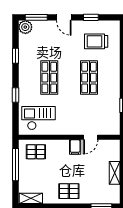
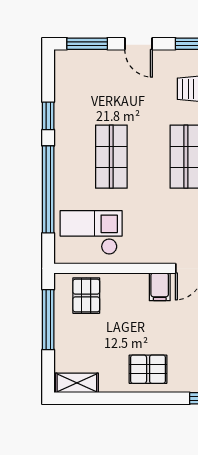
plant: (25, 27) -> (66, 62), removed
window: (16, 95) -> (48, 189), width x3.17
pallet: (36, 152) -> (86, 296), turned 90

